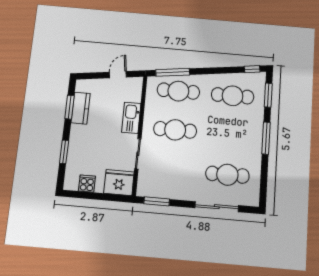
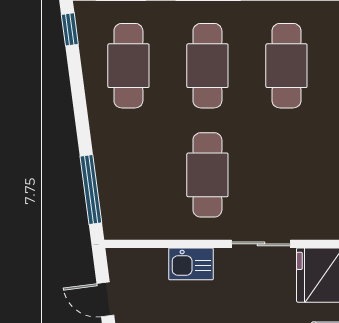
cafe table: (178, 91) -> (207, 66), moved
kitchen sink: (131, 118) -> (191, 264), width x0.73

